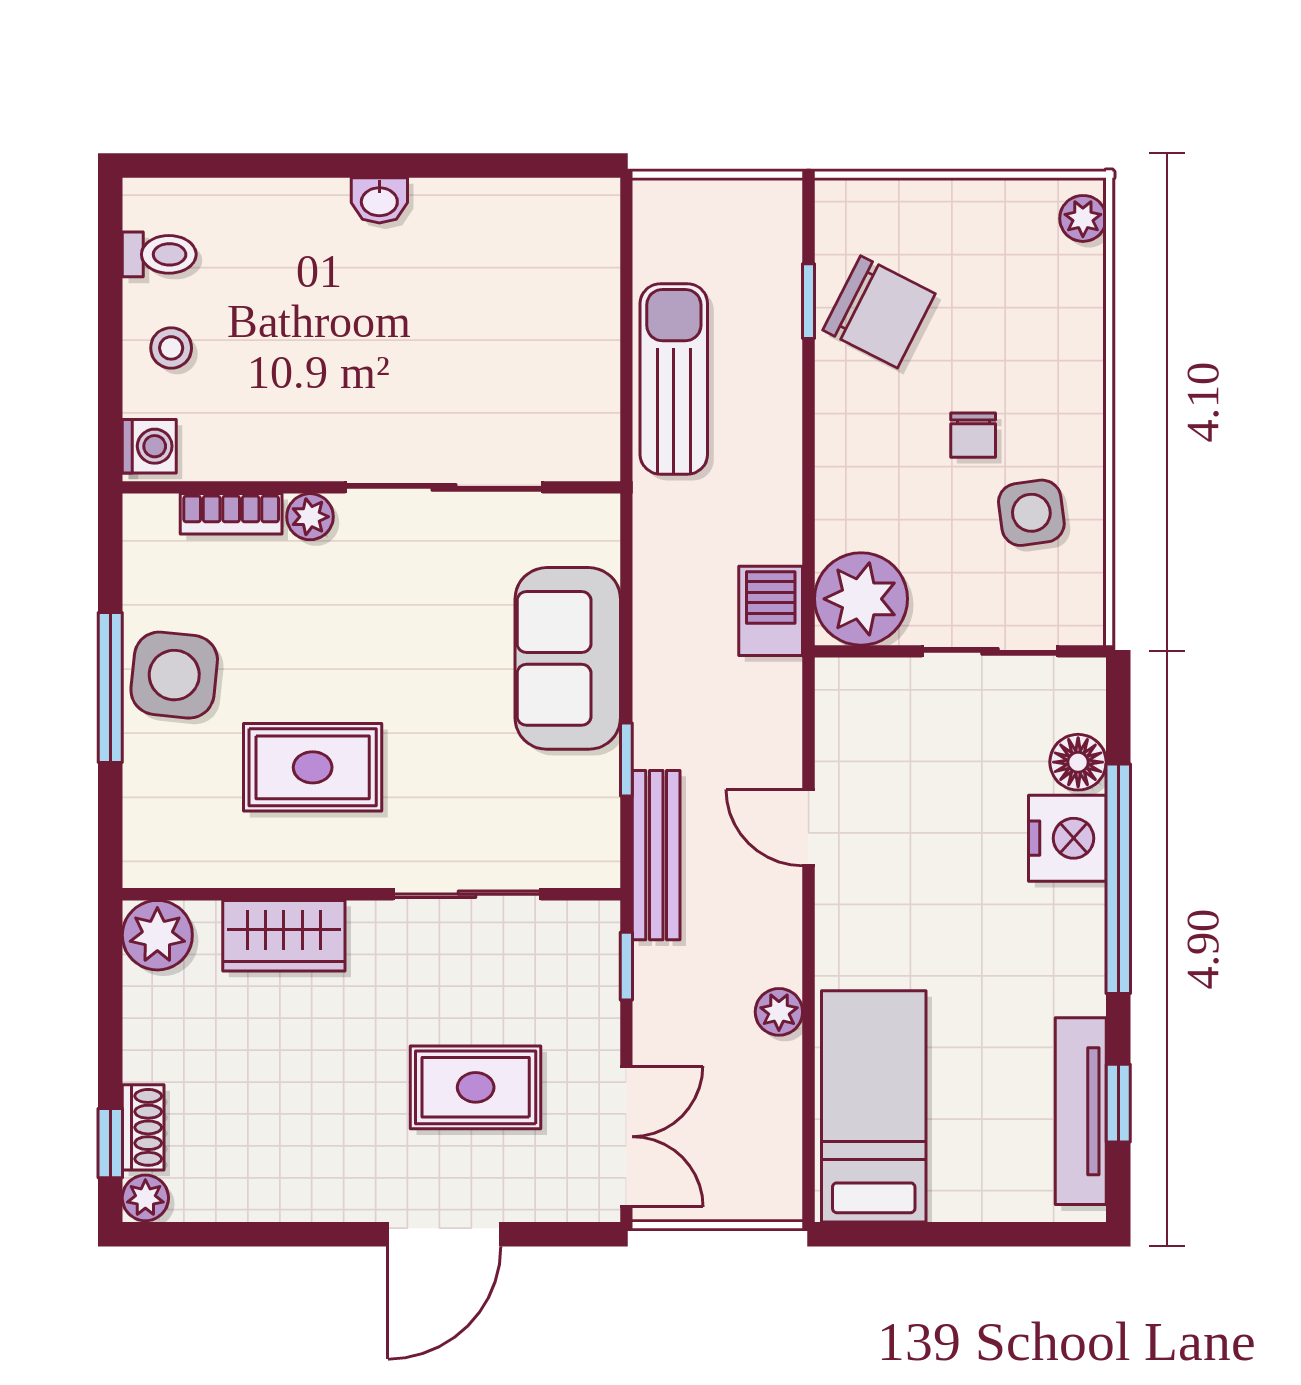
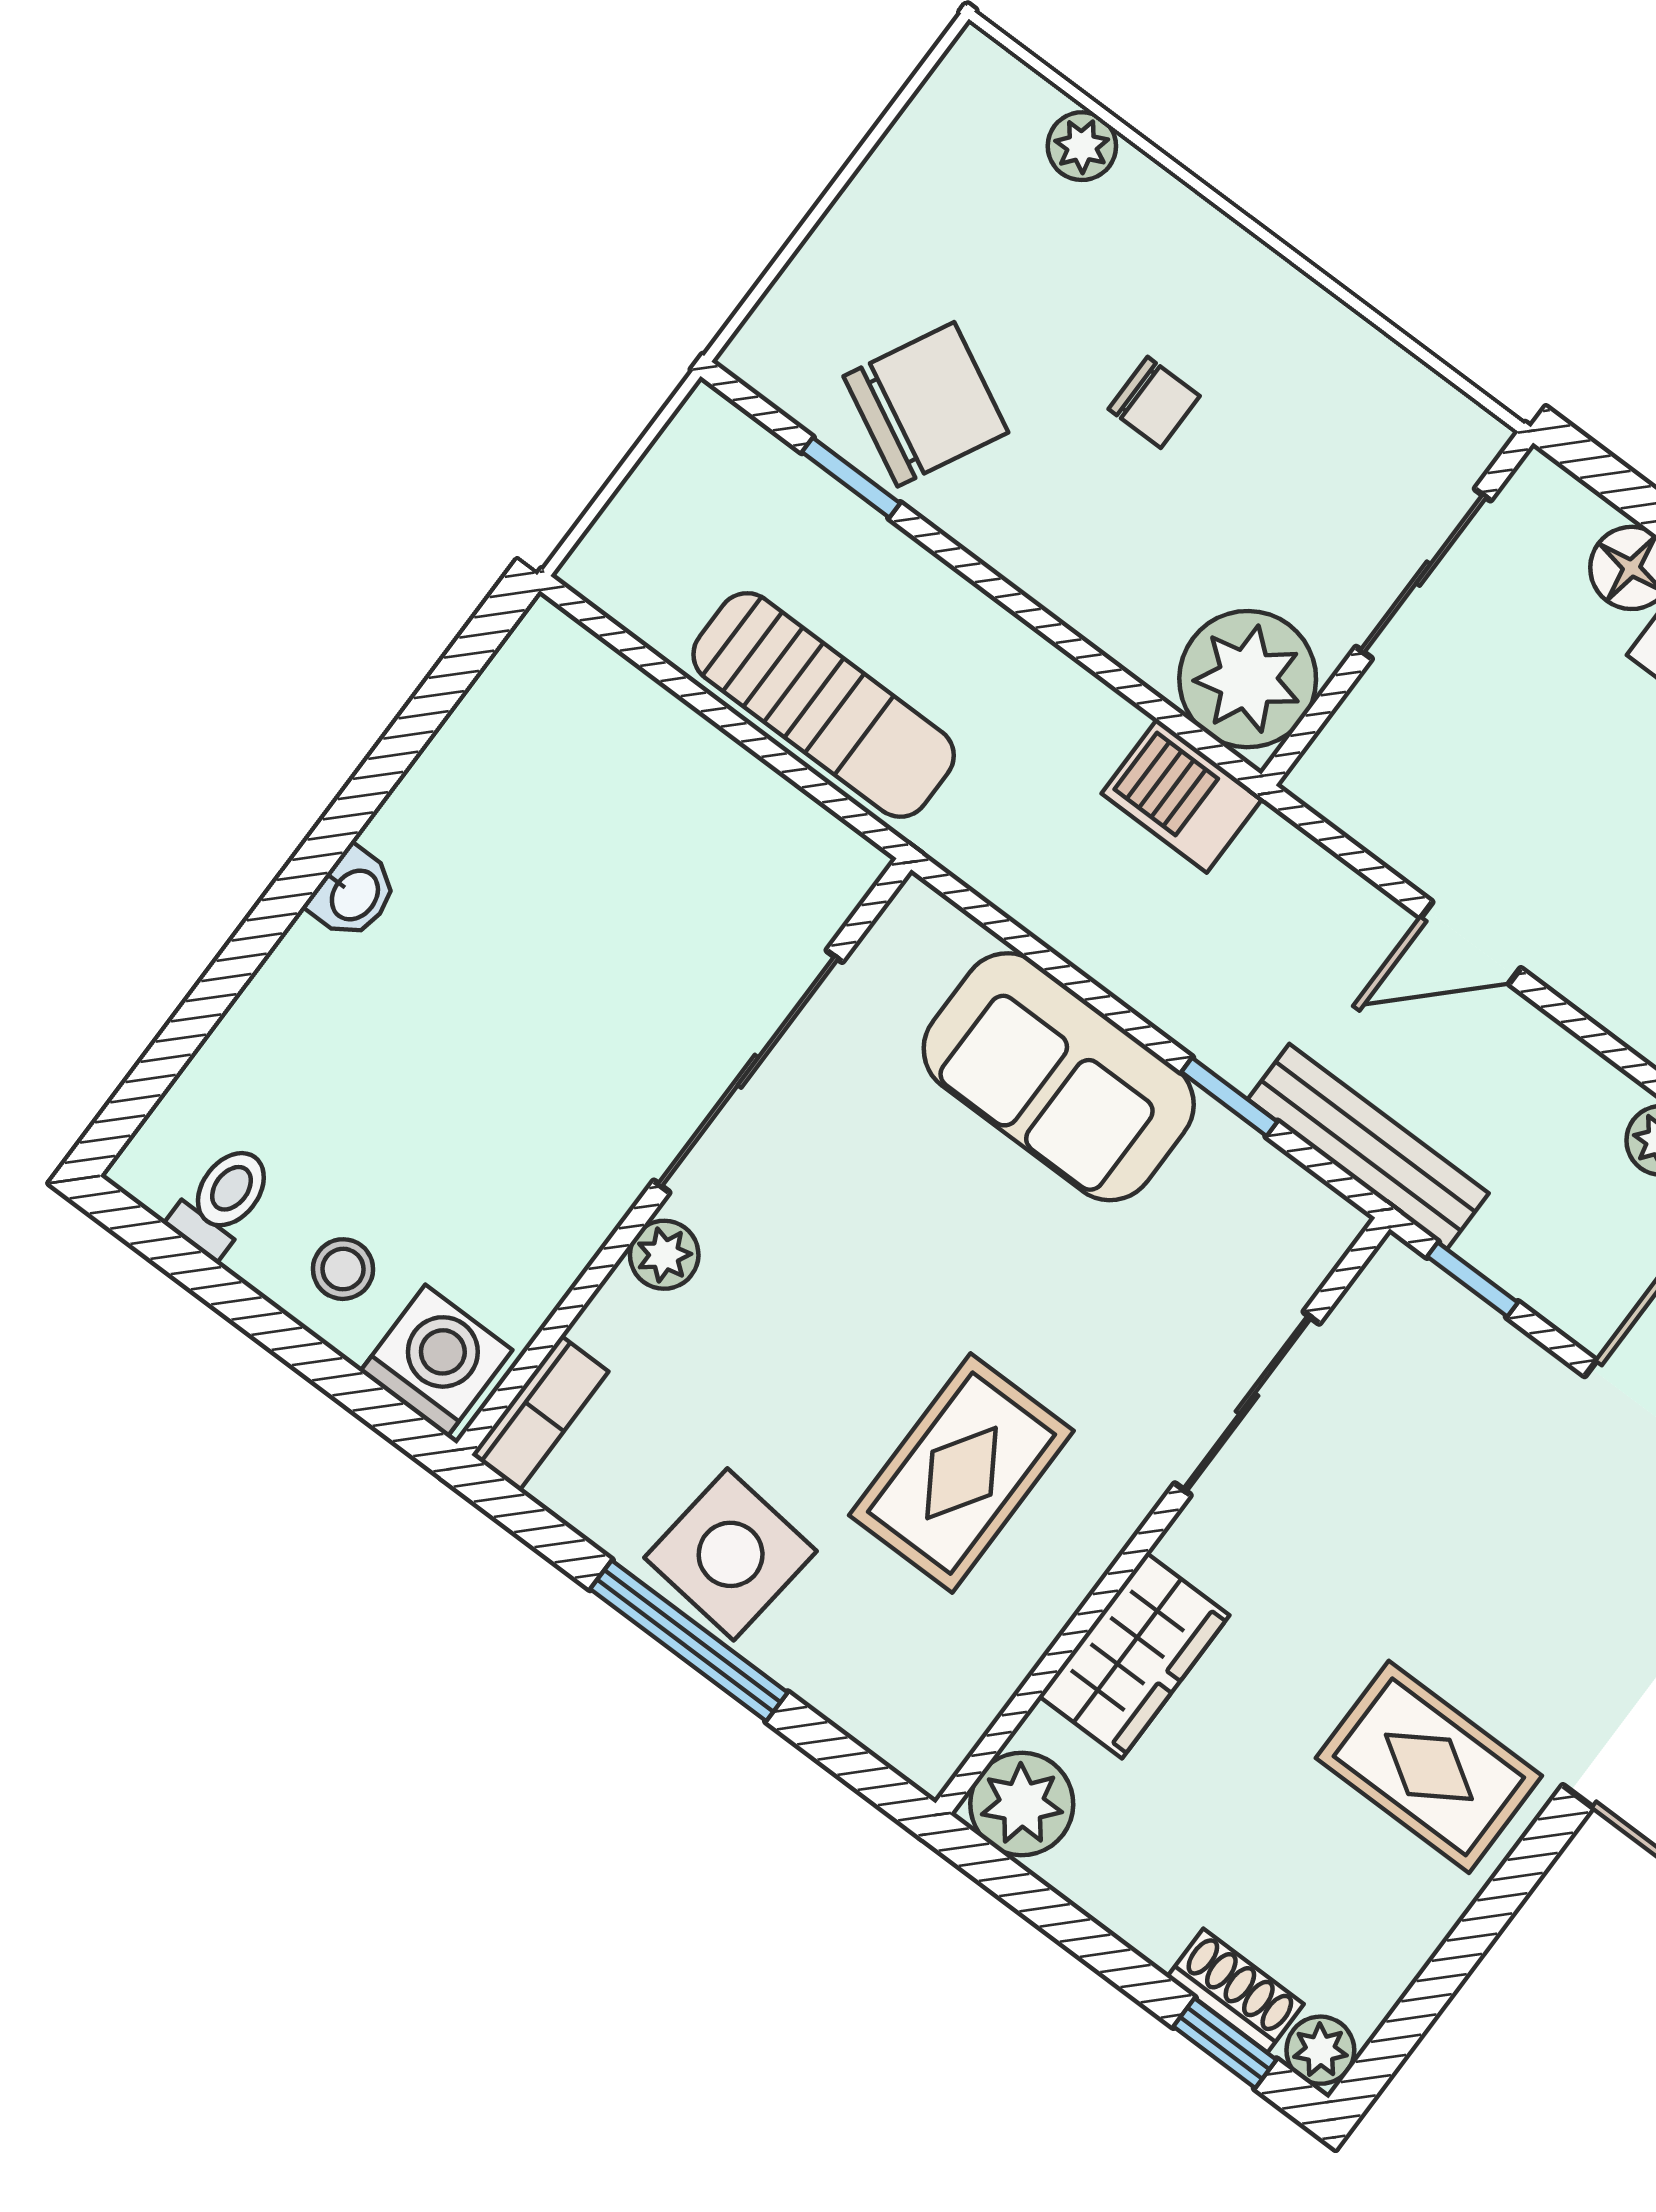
plant: (1083, 218) -> (1082, 146), moved
sun lounger: (674, 379) -> (824, 705), turned 180
washing machine: (149, 446) -> (436, 1361), width x1.38, depth x1.38
side table: (1031, 513) -> (1297, 402), removed
bookcase: (231, 514) -> (540, 1413), moved
rug: (476, 1087) -> (1429, 1767), moved, turned 90

